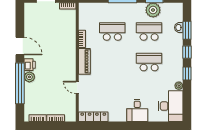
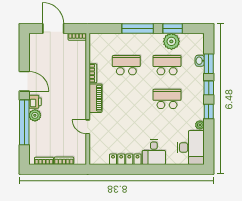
locker: (93, 117) -> (125, 159), moved

